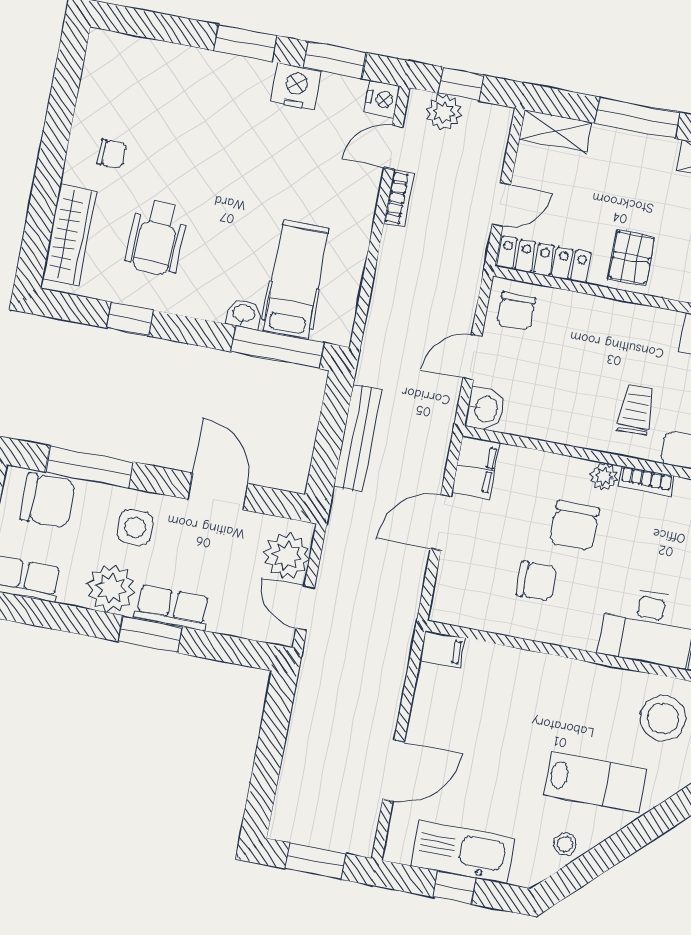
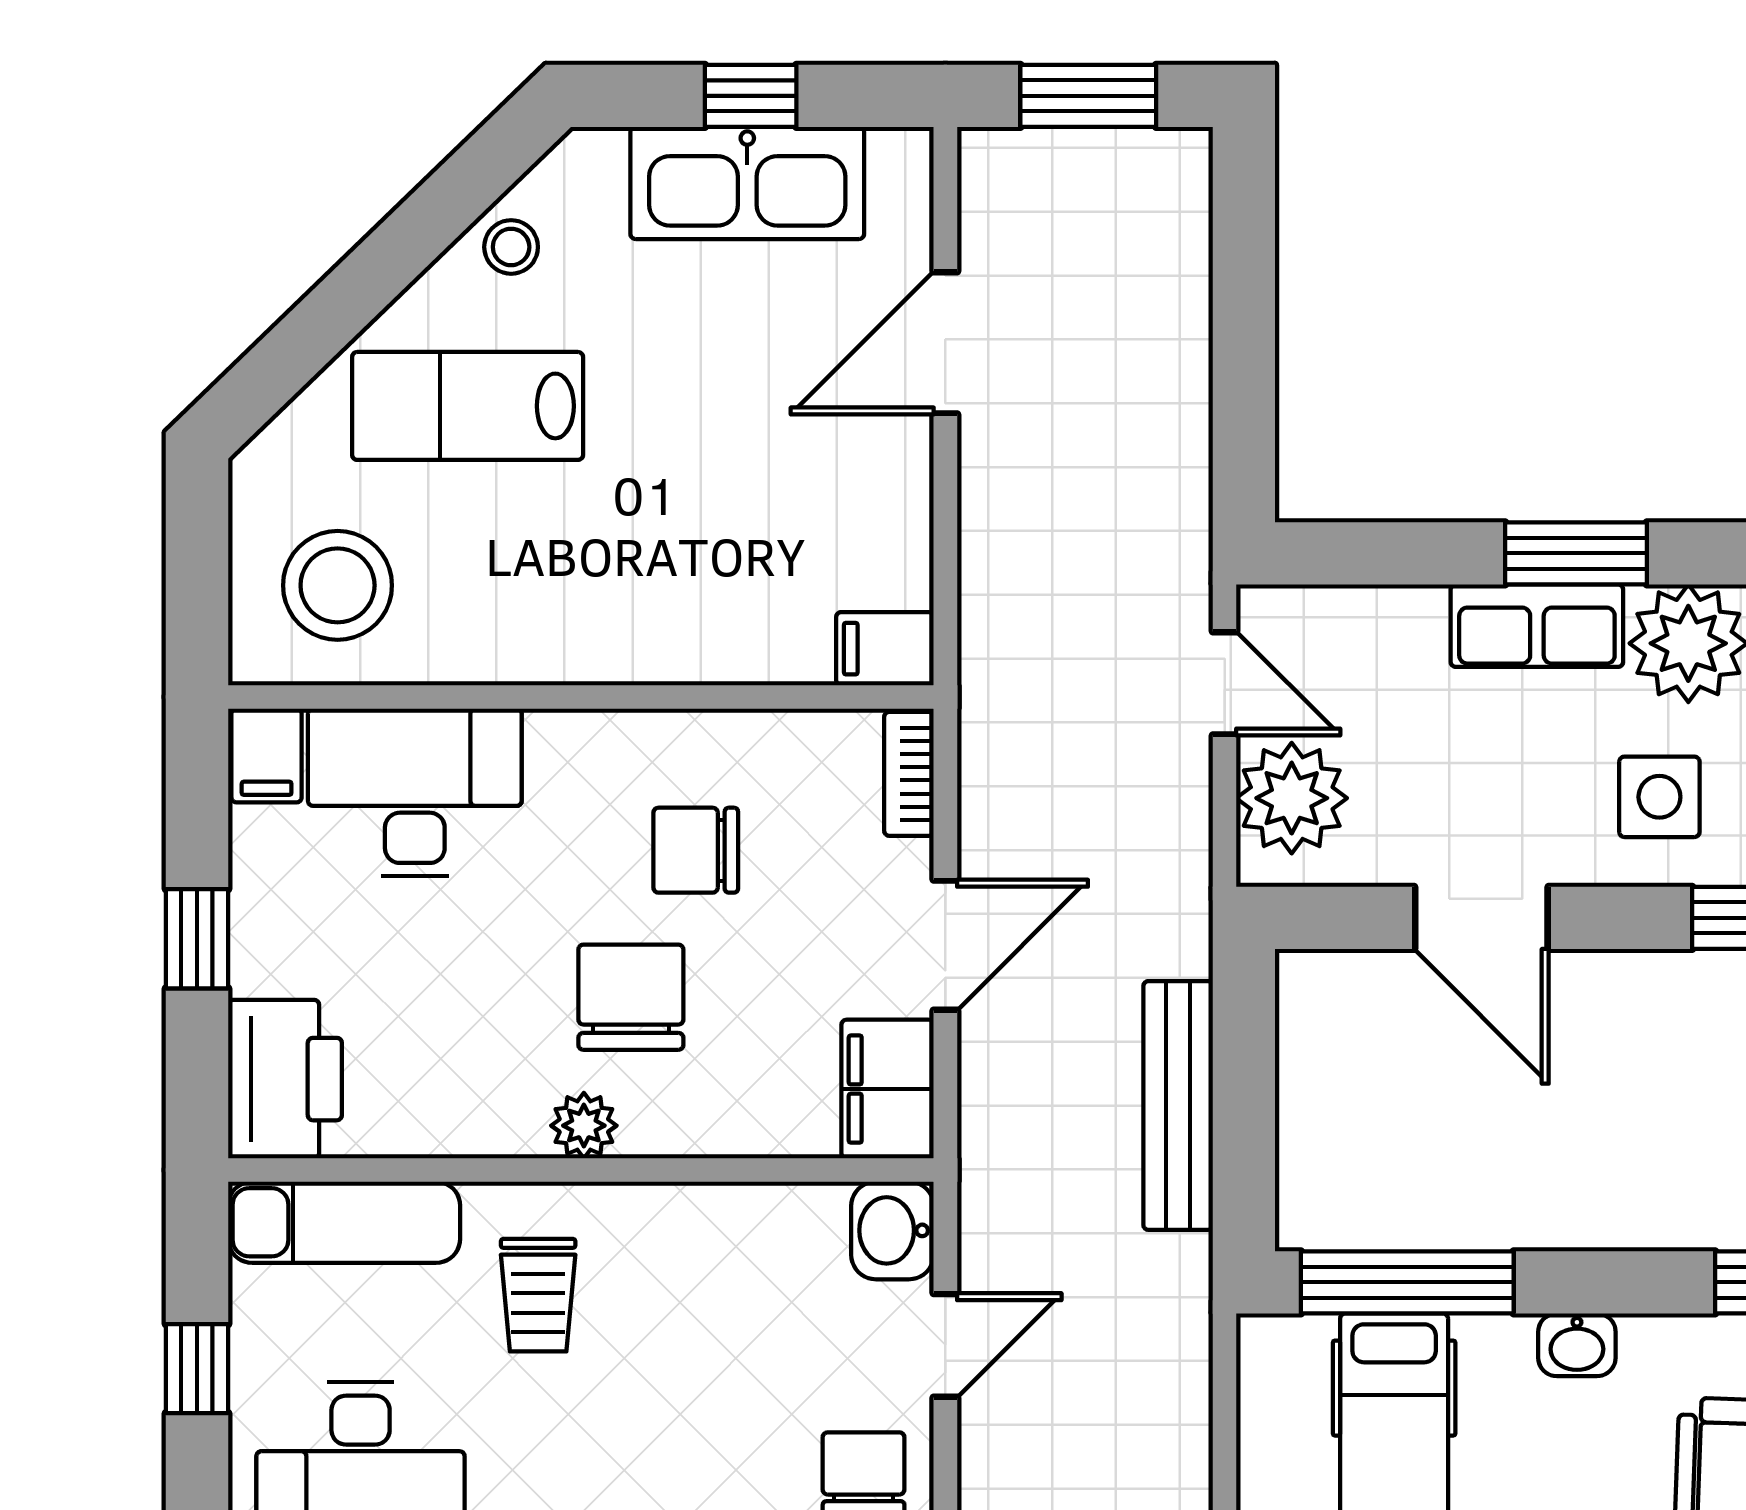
washbasin: (244, 314) -> (1577, 1345), moved
bookcase: (646, 481) -> (909, 774), moved, turned -90

